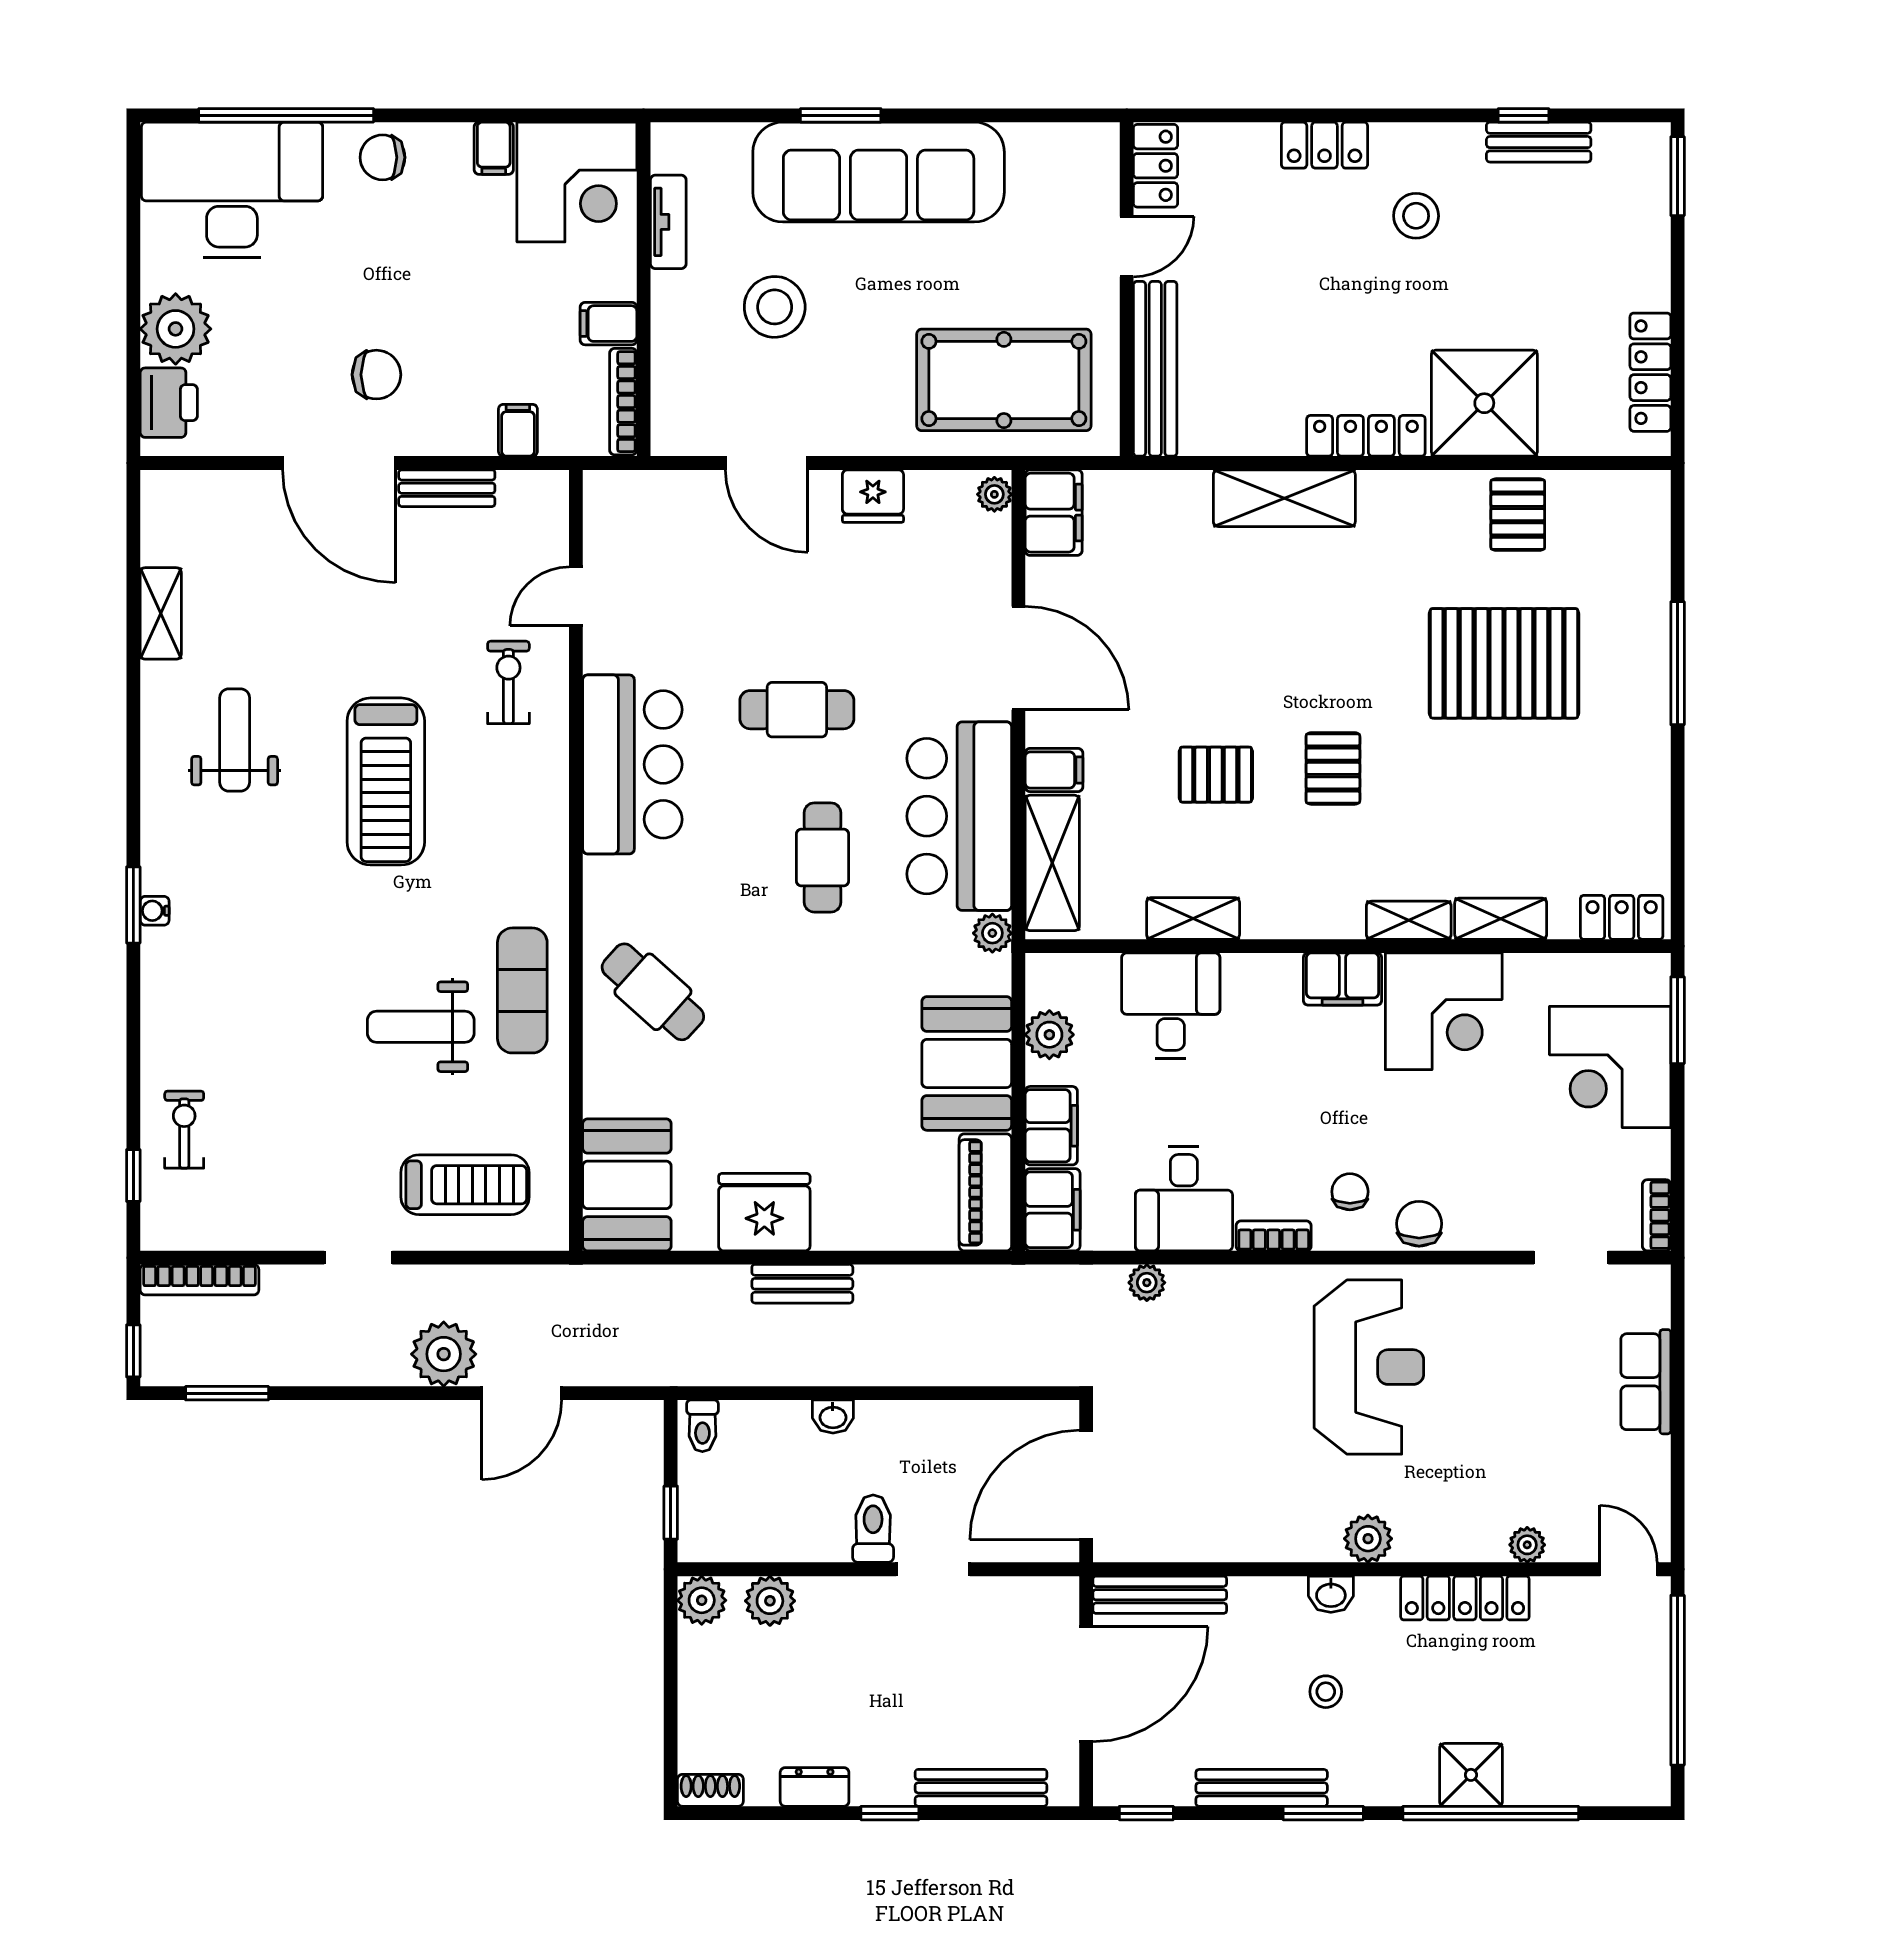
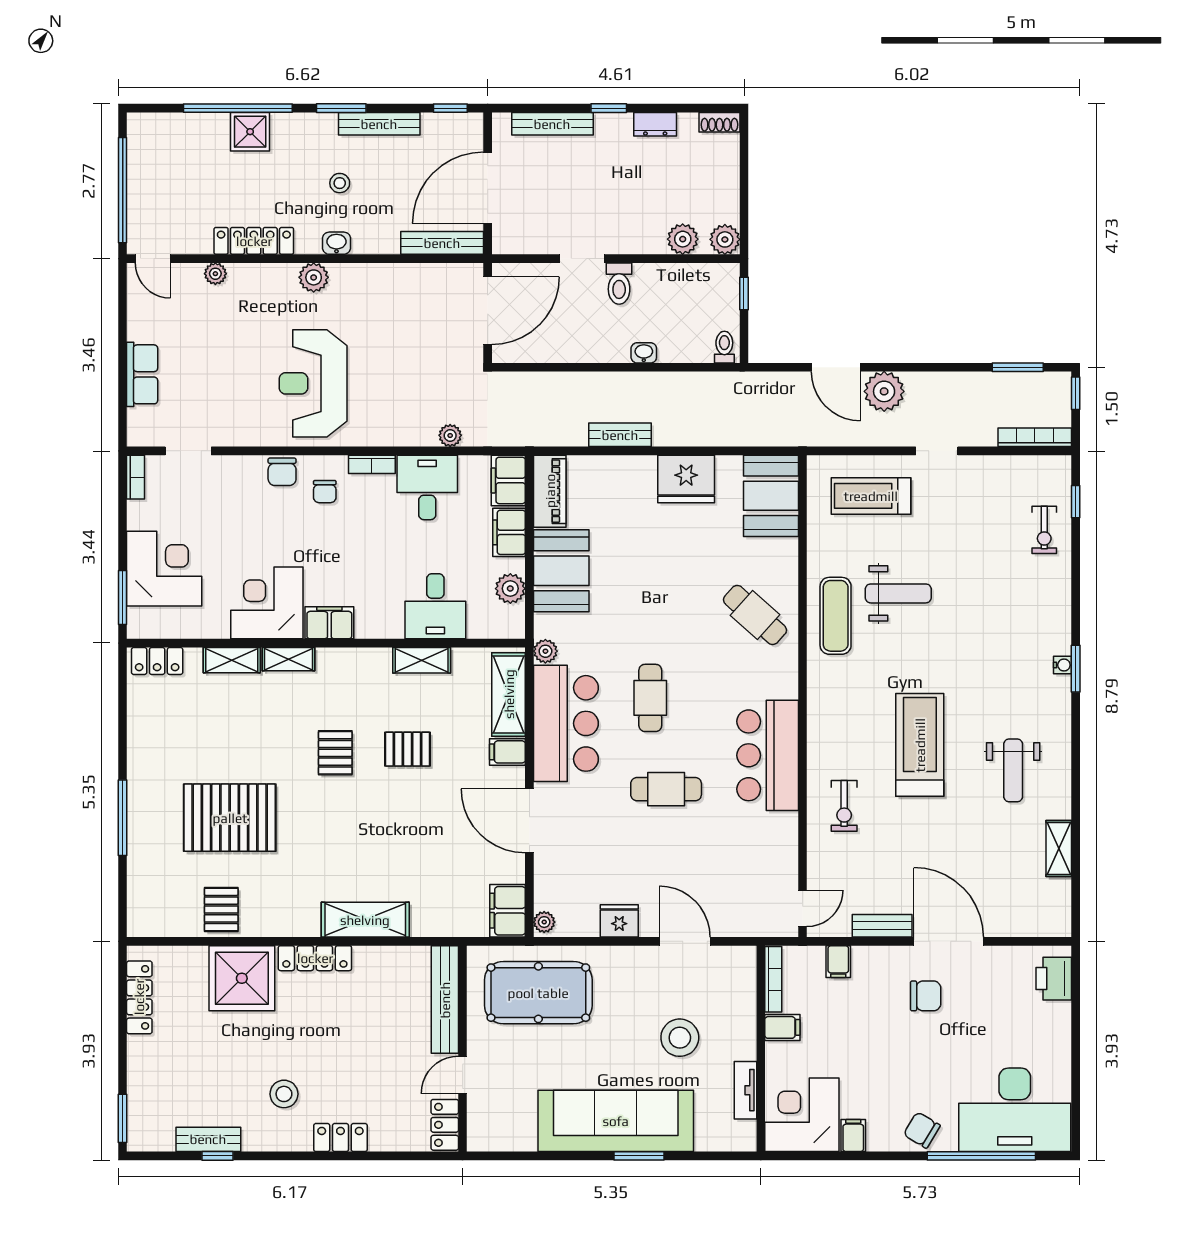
chair: (383, 157) -> (922, 1130), turned -149
plant: (176, 329) -> (1050, 1024), removed
chair: (376, 375) -> (926, 996), turned 180
door: (576, 596) -> (803, 908), moved
bench: (802, 1284) -> (620, 435), moved
door: (522, 1393) -> (836, 367), swing flipped

